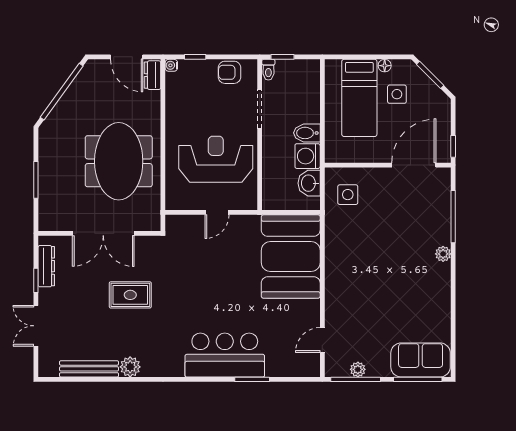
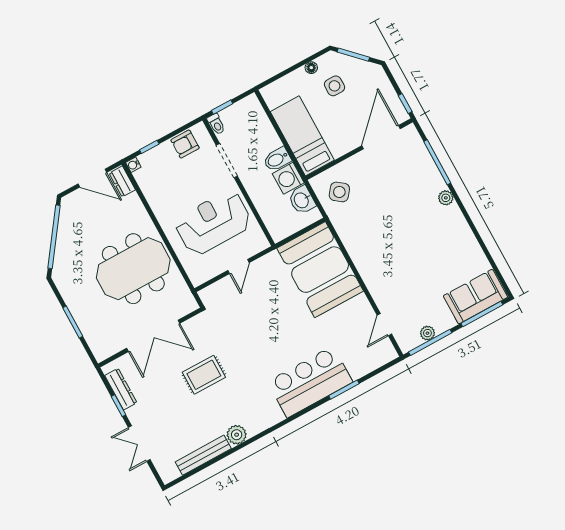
bed: (359, 98) -> (302, 136), moved, turned 180
meeting table: (119, 161) -> (133, 269), turned 90
side table: (348, 195) -> (339, 192), turned 37

